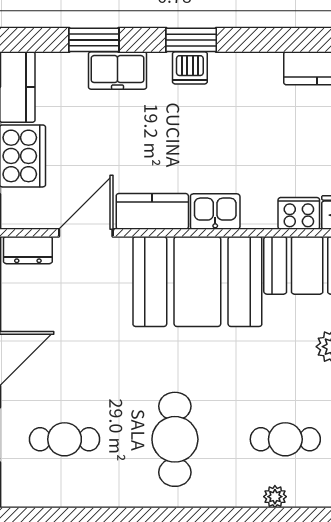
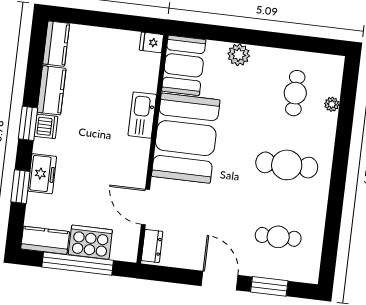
kitchen counter: (152, 211) -> (52, 90), moved, turned 180
kitchen sink: (215, 212) -> (142, 115), width x1.38
cooker: (299, 213) -> (149, 67), removed
cafe table: (65, 439) -> (278, 237), turned 90

